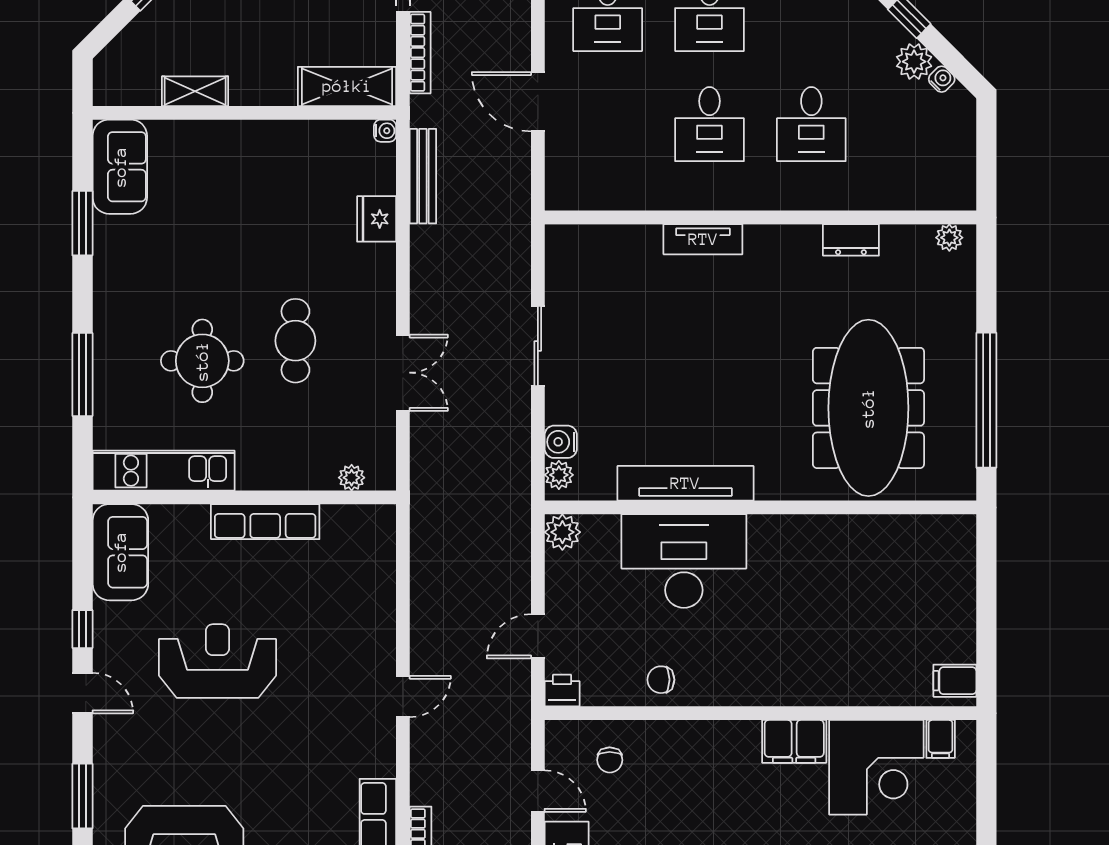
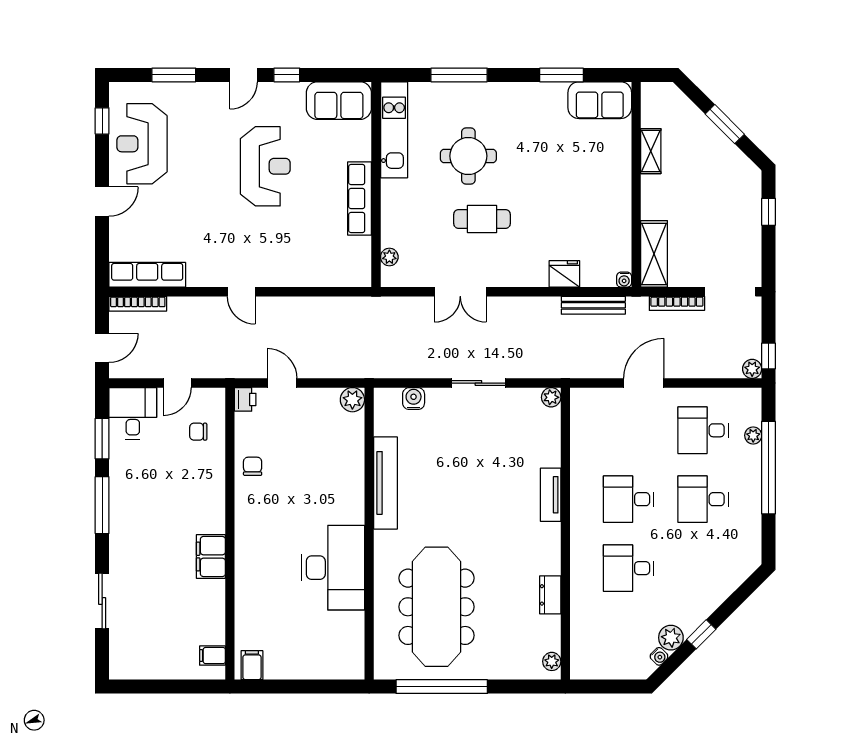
meeting table: (868, 408) -> (437, 607), turned 90
plant: (559, 475) -> (551, 397), moved
desk: (684, 561) -> (333, 568), moved
corner desk: (876, 767) -> (193, 612), removed

